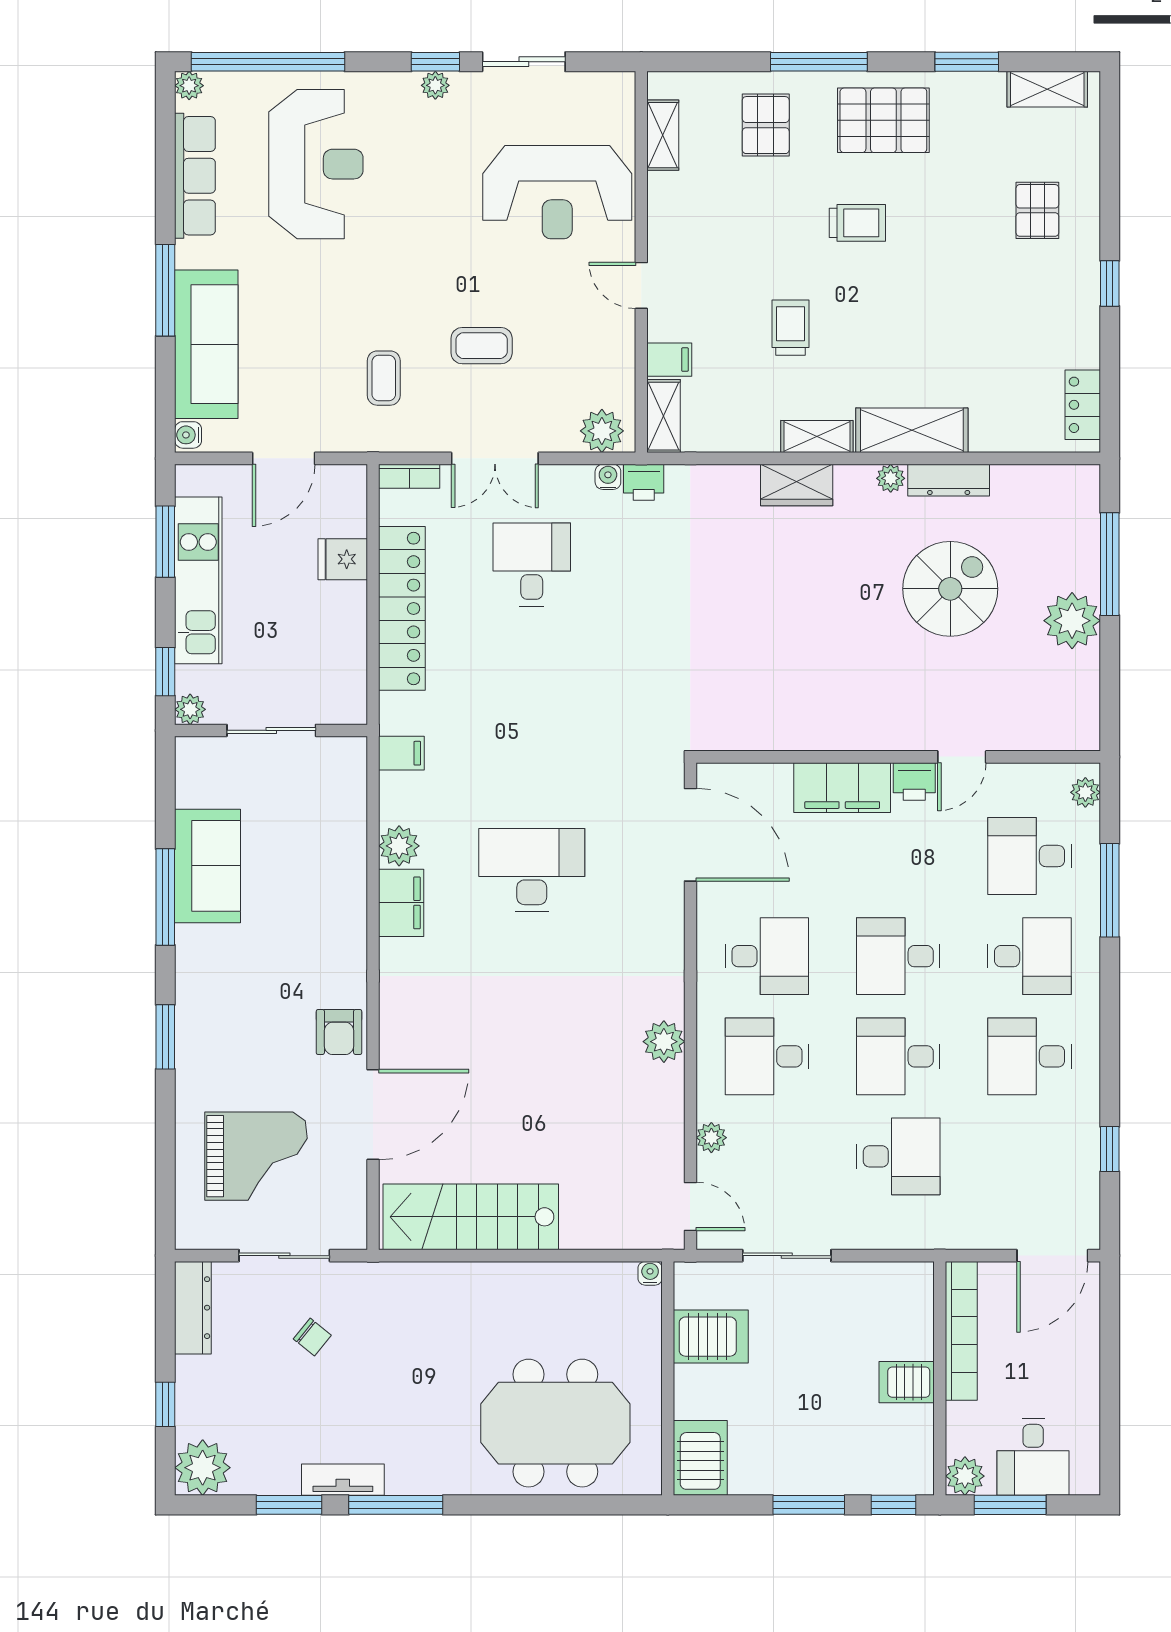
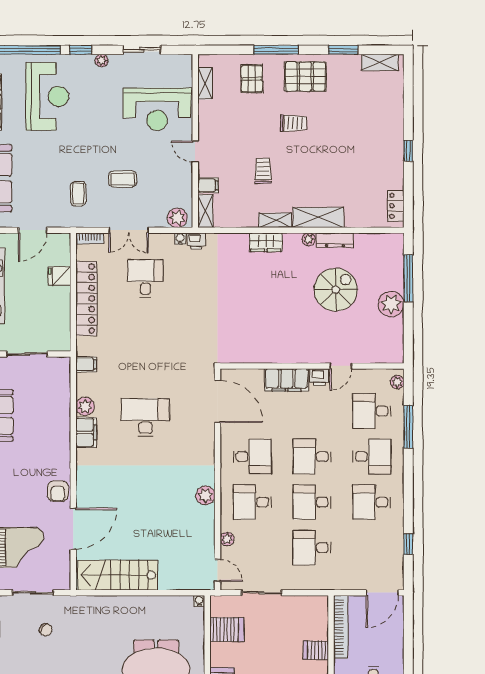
window: (435, 62) -> (81, 50), moved
pallet: (1037, 210) -> (375, 117), removed
desk: (898, 1156) -> (312, 548), turned 180

